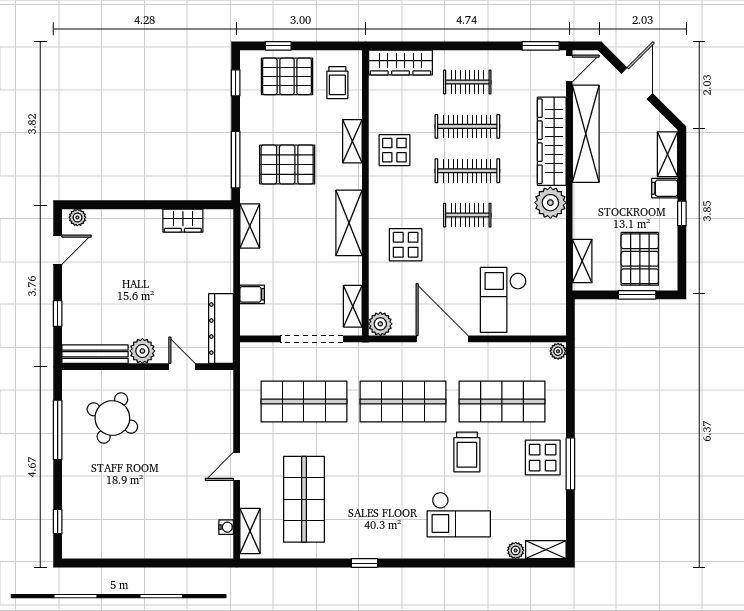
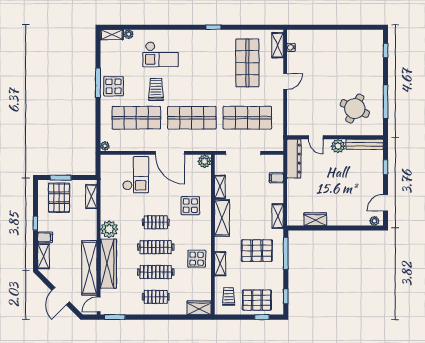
wardrobe: (401, 63) -> (199, 308), width x0.67
shelving: (353, 306) -> (220, 187), moved
checkout: (459, 515) -> (161, 54), turned 180

